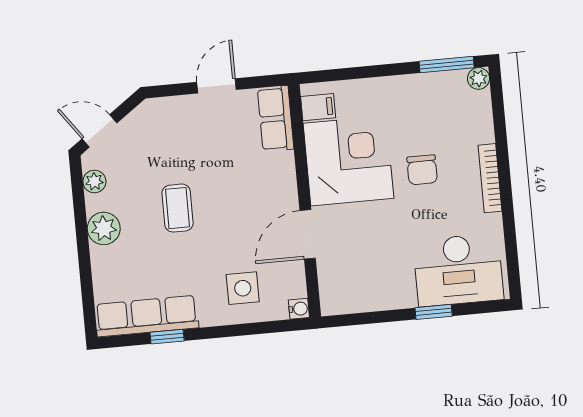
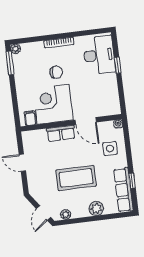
row of seats: (276, 119) -> (61, 133), moved
coffee table: (178, 208) -> (76, 178), width x1.86, depth x1.72
plant: (104, 228) -> (96, 208), moved

